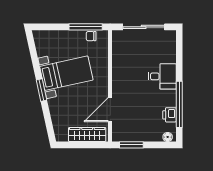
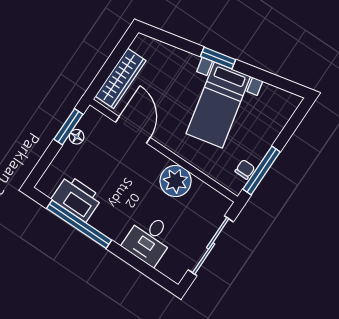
plant: (122, 69) -> (176, 181), added
desk: (162, 76) -> (149, 239), moved
printer: (169, 115) -> (77, 198), width x1.87, depth x1.48
floor lamp: (168, 137) -> (77, 137), moved

